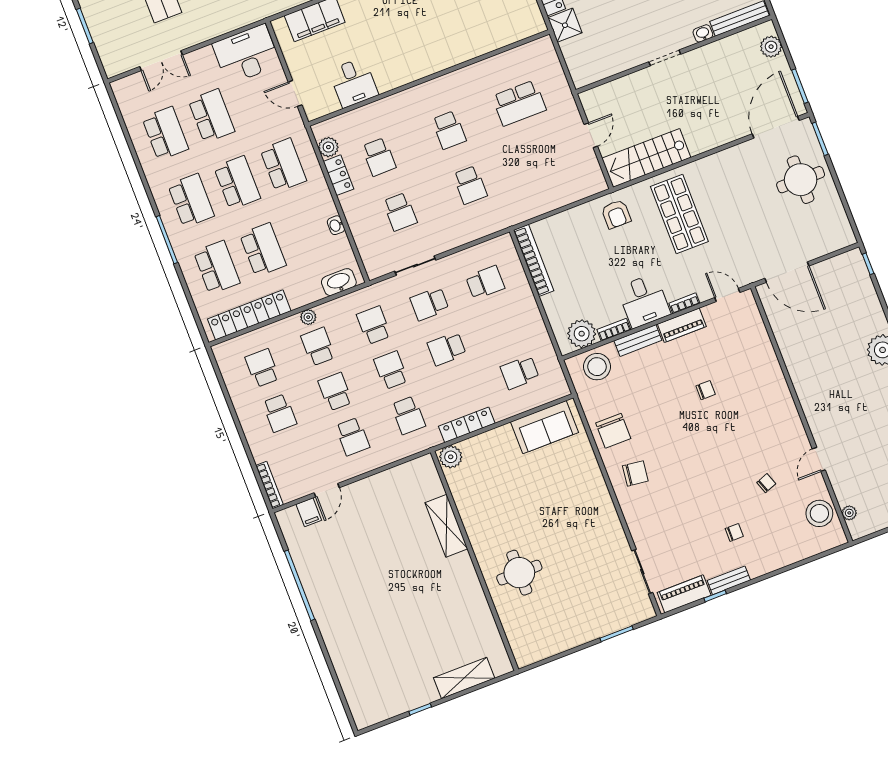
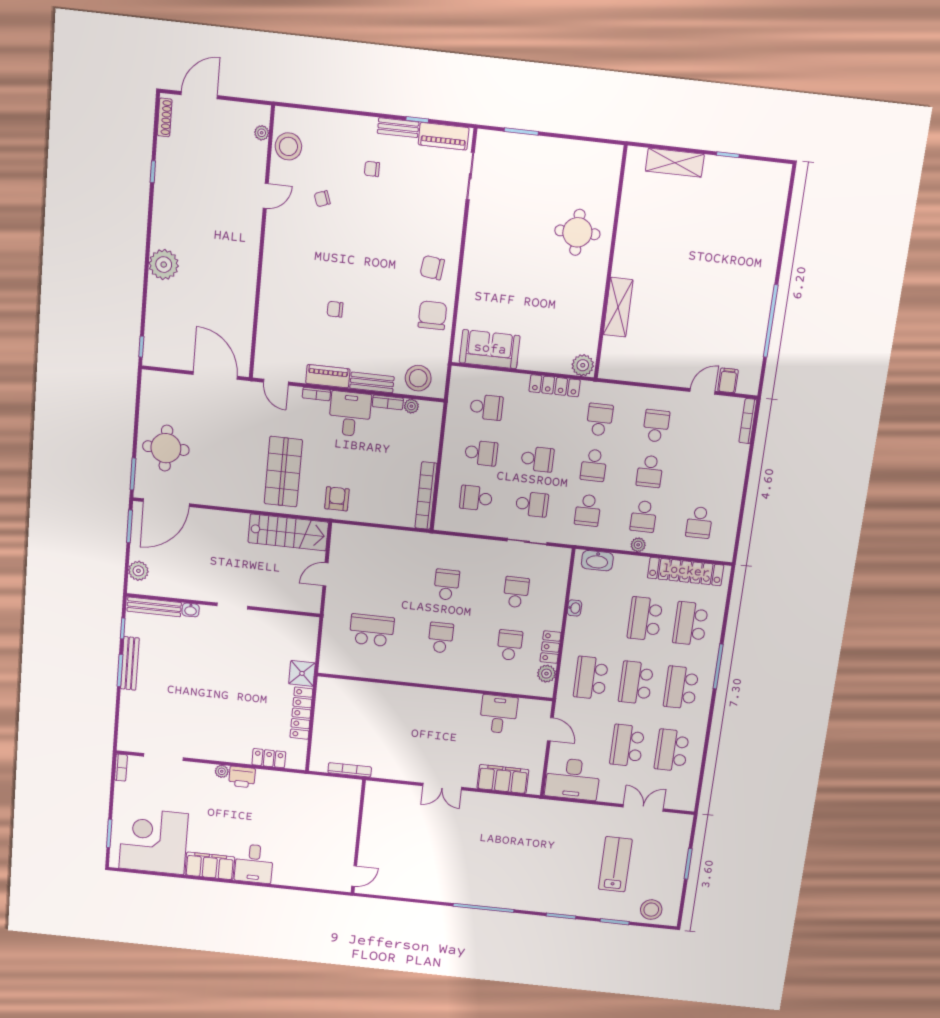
plant: (582, 334) -> (411, 406), width x0.53, depth x0.53
school desk: (279, 413) -> (481, 453), moved, turned 90

